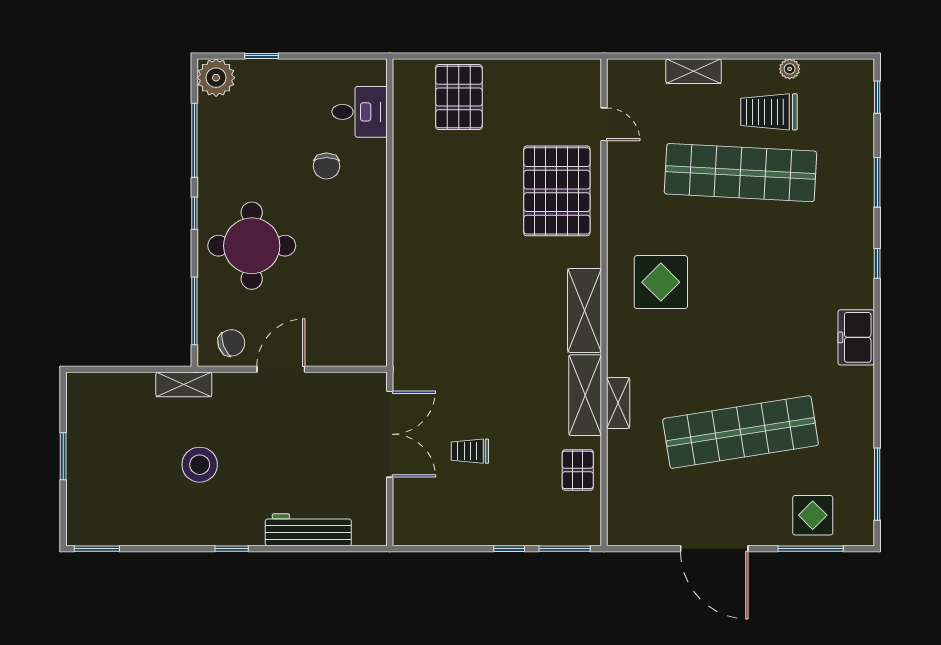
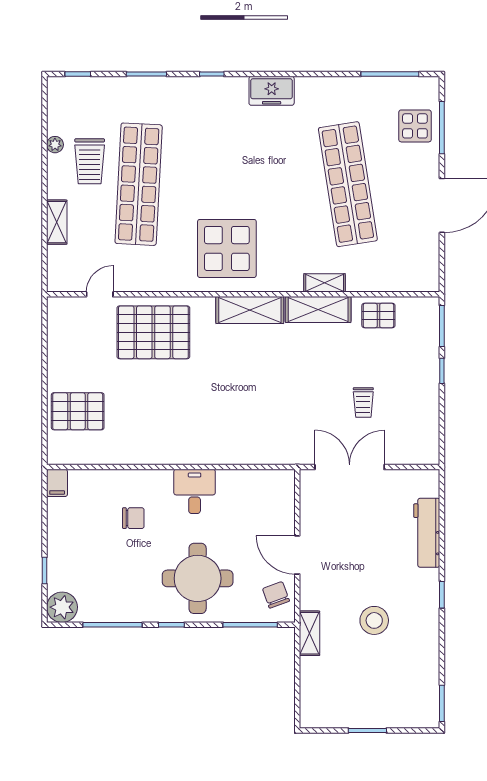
filing cabinet: (370, 71) -> (57, 483), added
desk: (360, 112) -> (195, 491), moved
display table: (661, 282) -> (227, 248), width x1.36, depth x1.36

